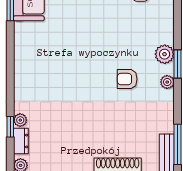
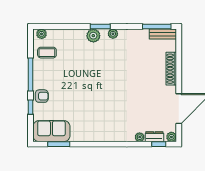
armchair: (127, 79) -> (111, 62), removed
window: (10, 127) -> (159, 144), moved

